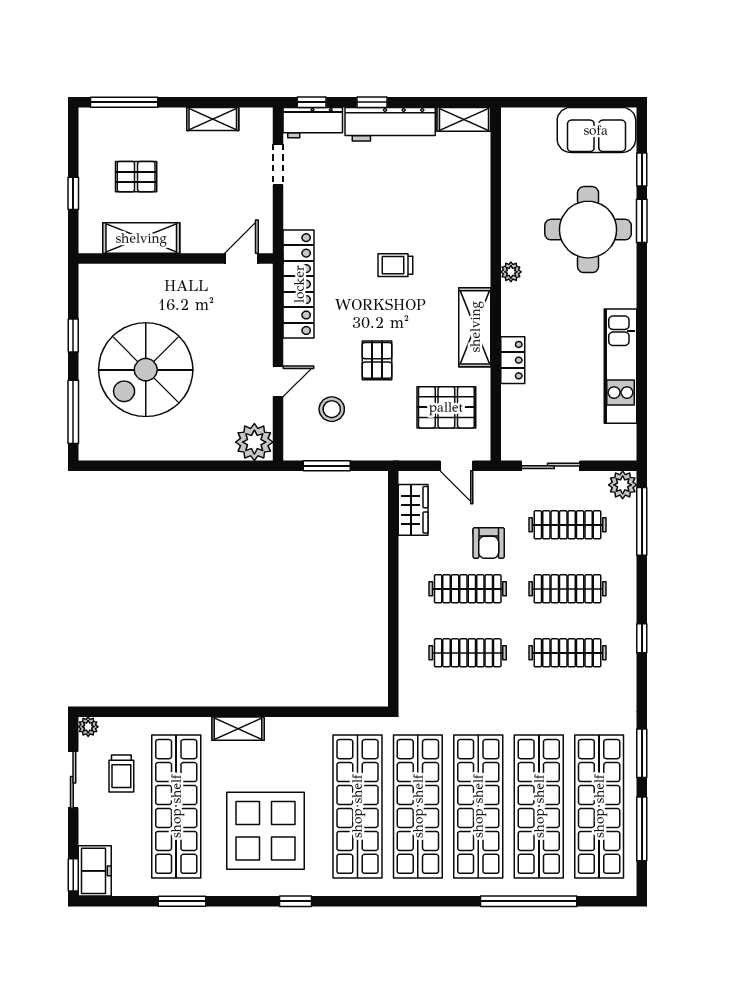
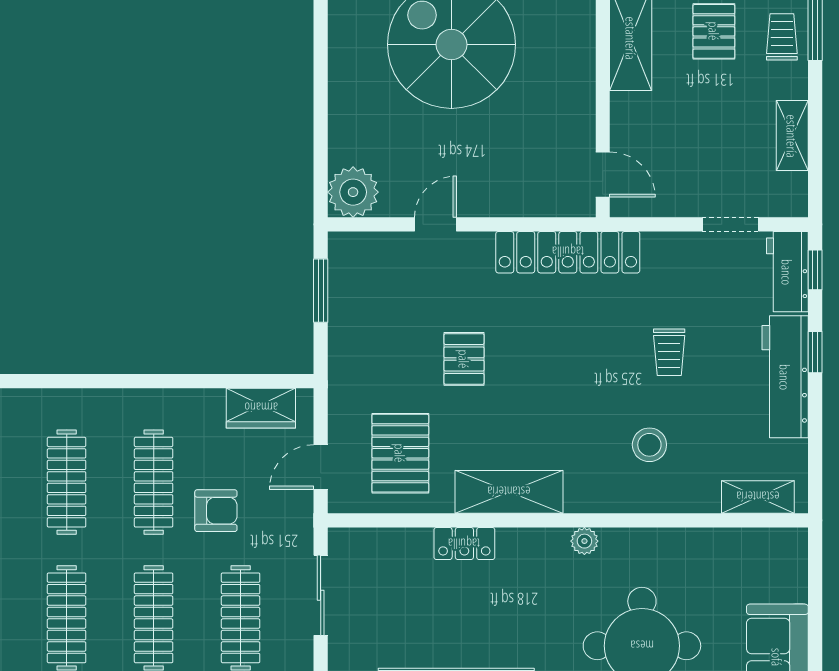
shelving: (464, 119) -> (758, 497), moved, turned 90
trolley: (140, 127) -> (782, 37), added
trolley: (395, 265) -> (669, 352), moved, turned 180
pallet: (377, 360) -> (464, 359), turned 90
door: (278, 381) -> (435, 224), swing flipped
stool: (332, 409) -> (649, 445), moved
armchair: (489, 543) -> (216, 511), turned 180

